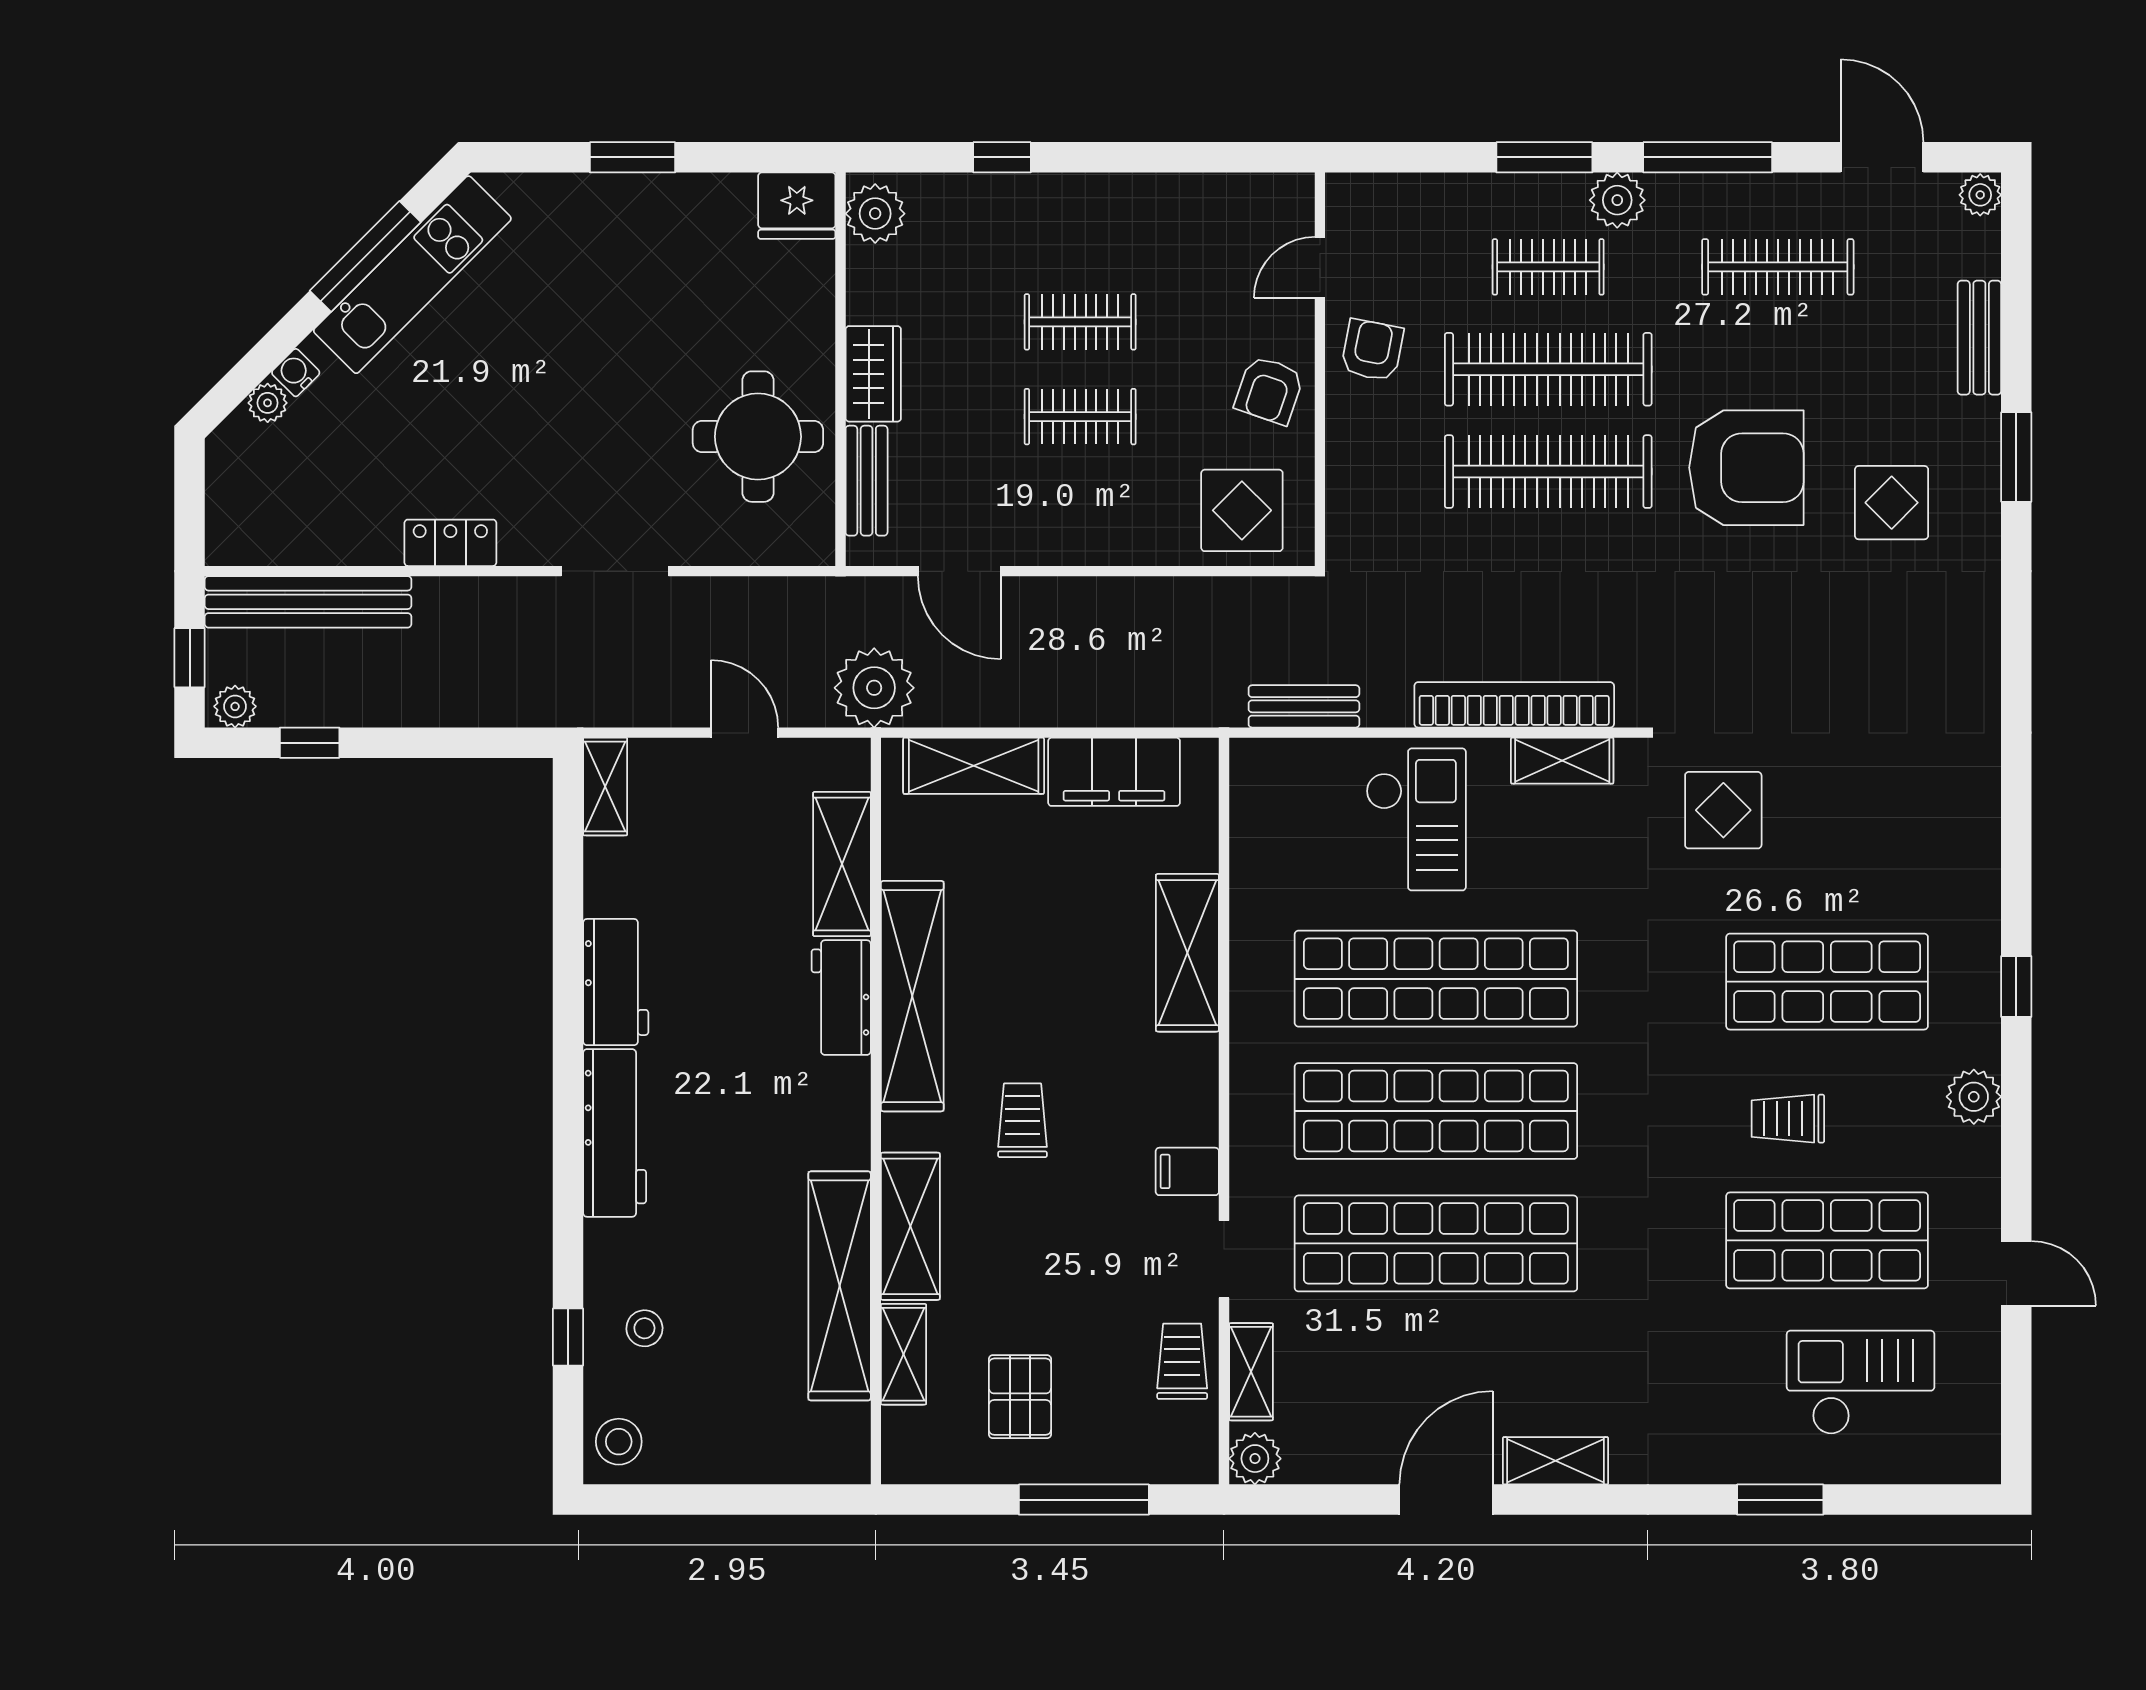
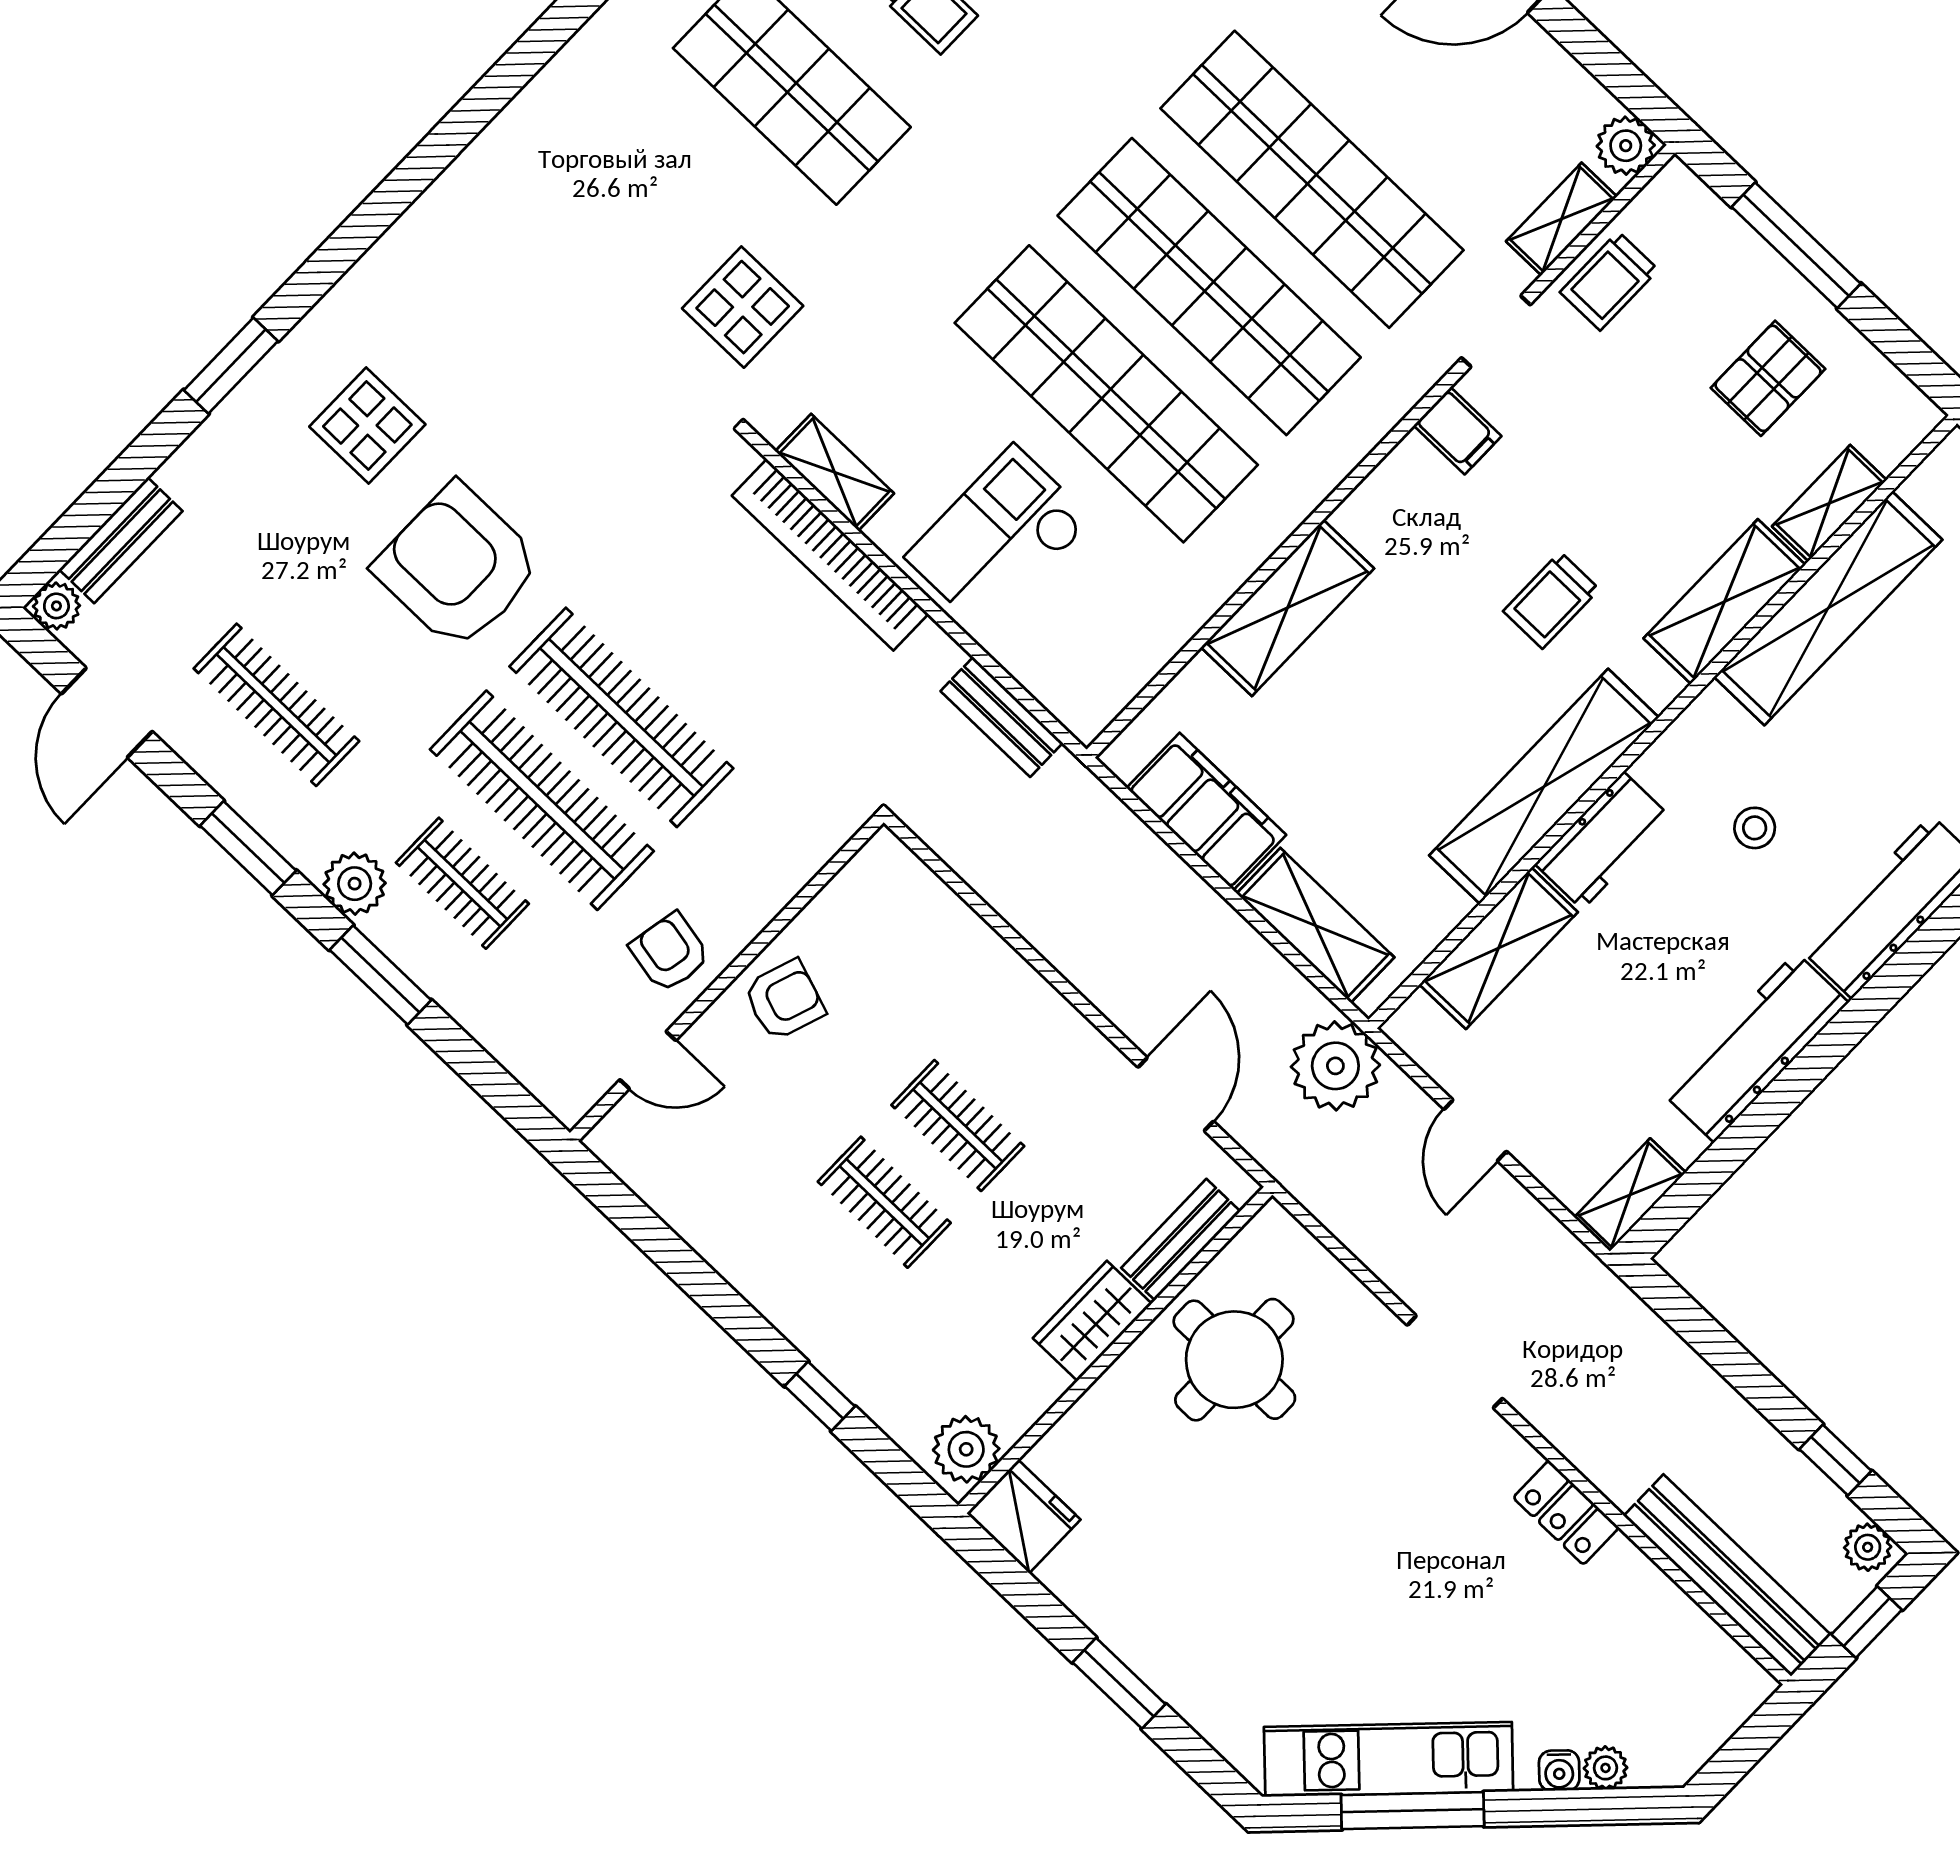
window: (1708, 157) -> (248, 848), width x0.69
bench: (1979, 338) -> (121, 540), moved
armchair: (1372, 350) -> (670, 952), turned 90
display table: (1242, 510) -> (900, 924), removed
workbench: (616, 982) -> (1755, 1047), width x1.38
stool: (751, 1099) -> (1755, 828), added

